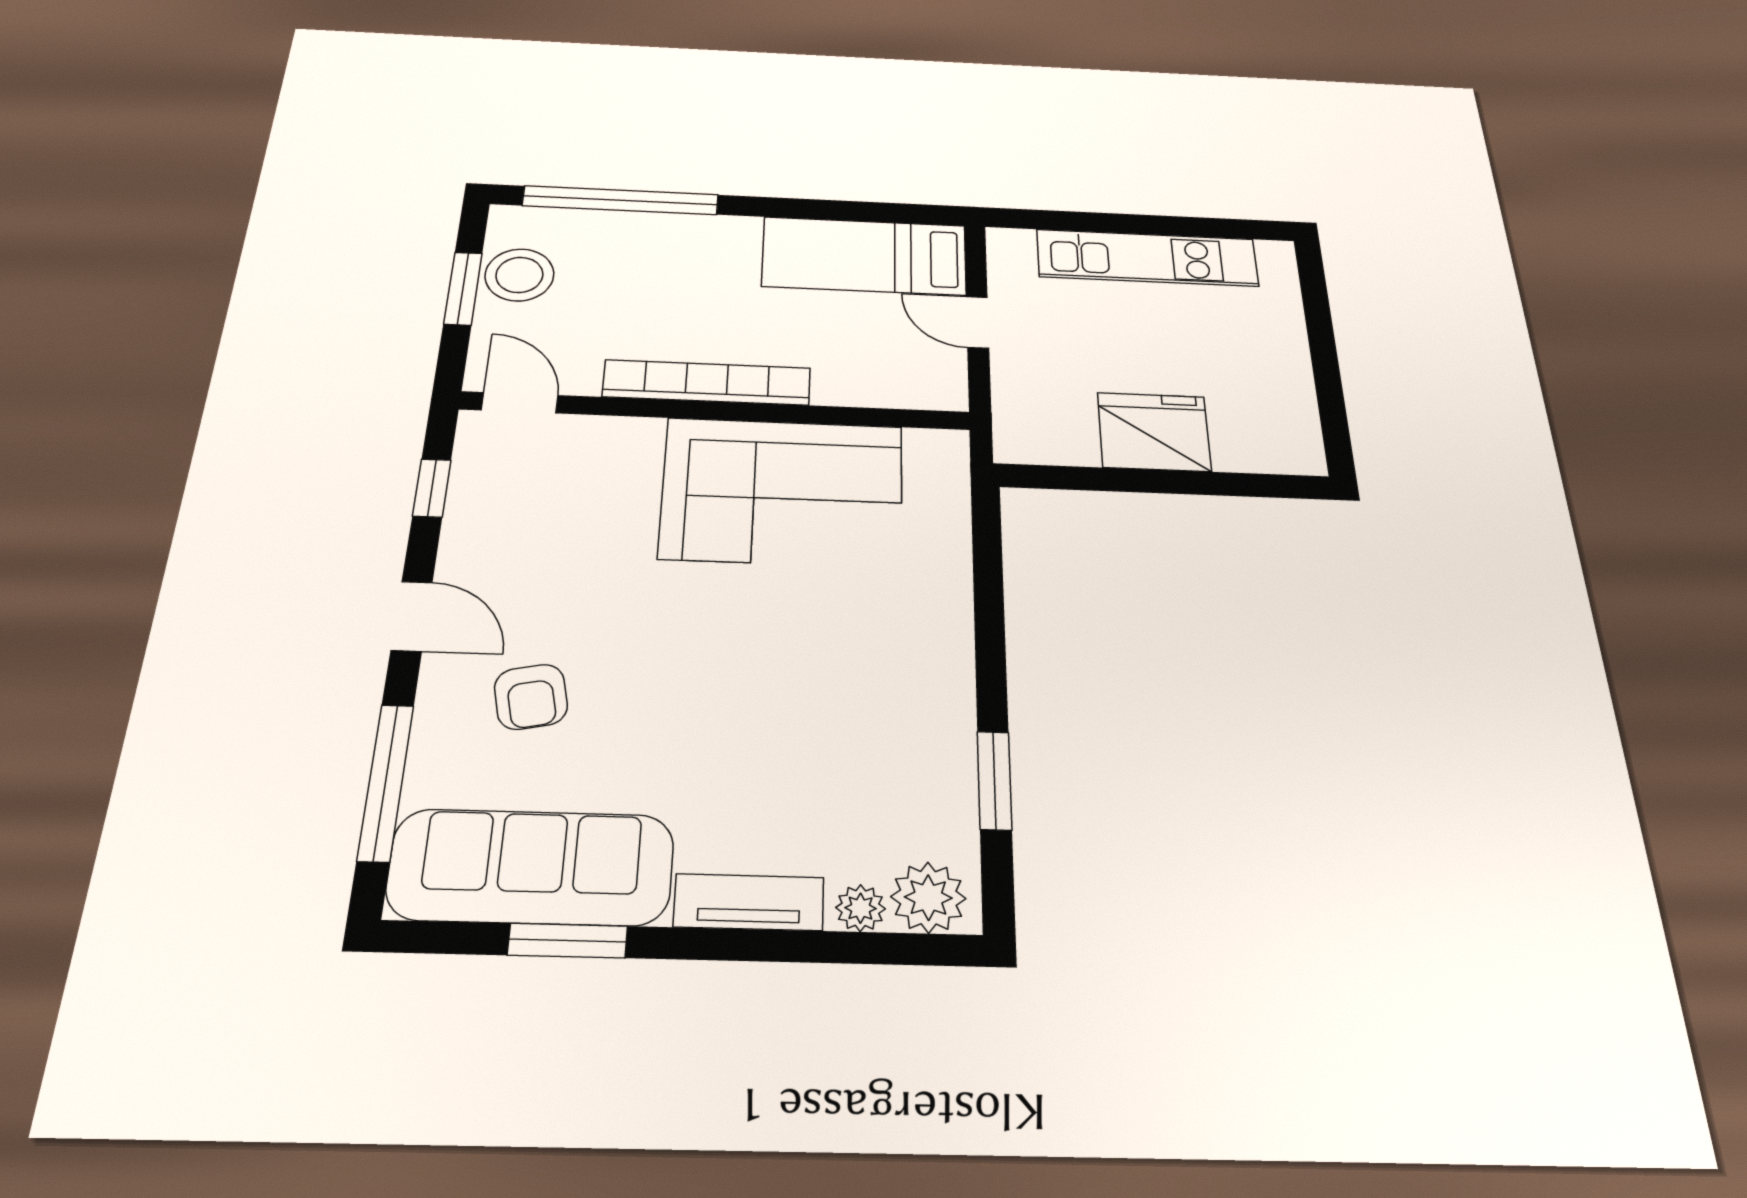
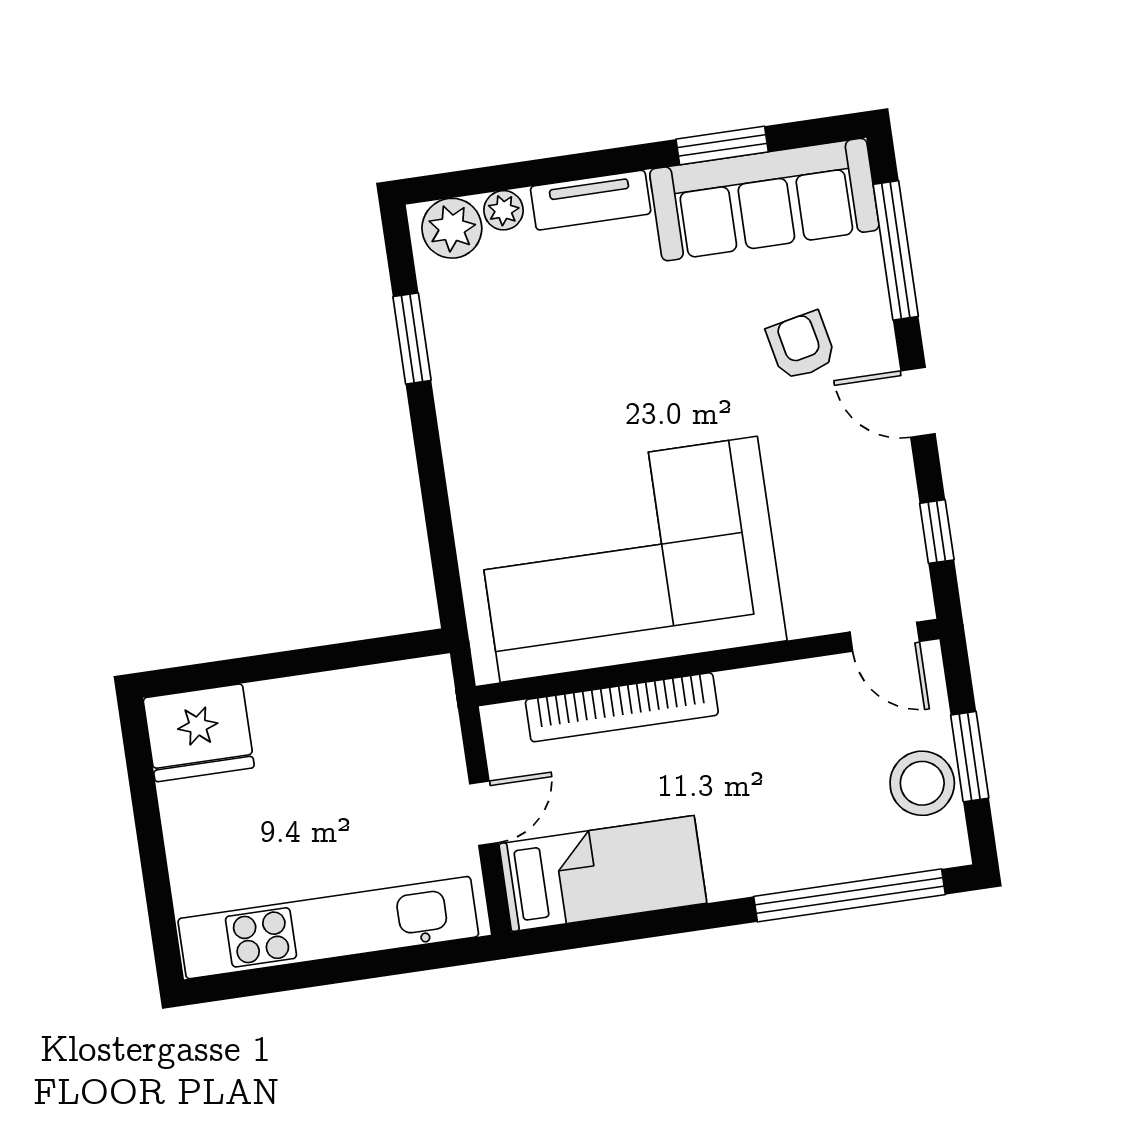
kitchen unit: (1147, 258) -> (328, 928), width x1.36
door: (978, 322) -> (484, 813), hinge flipped
bookcase: (707, 382) -> (622, 707), moved
fridge: (1154, 432) -> (199, 733), moved
corner sofa: (783, 492) -> (629, 559), width x1.36, depth x1.36

